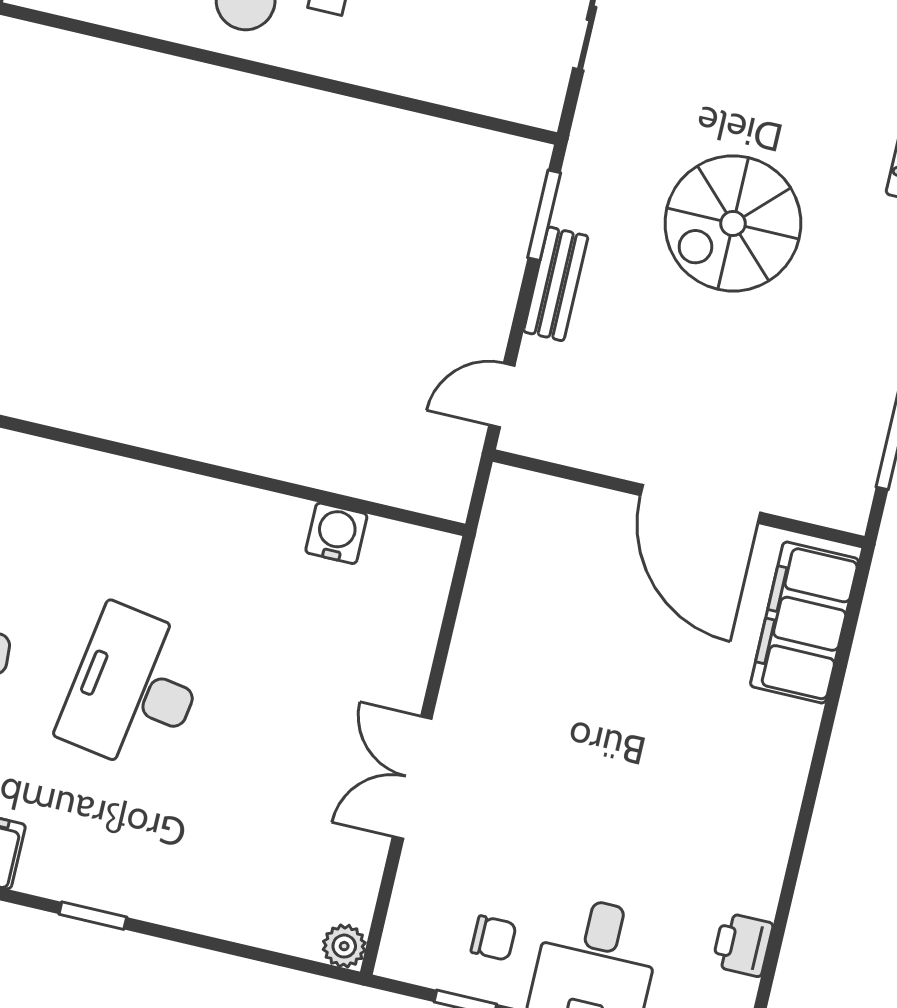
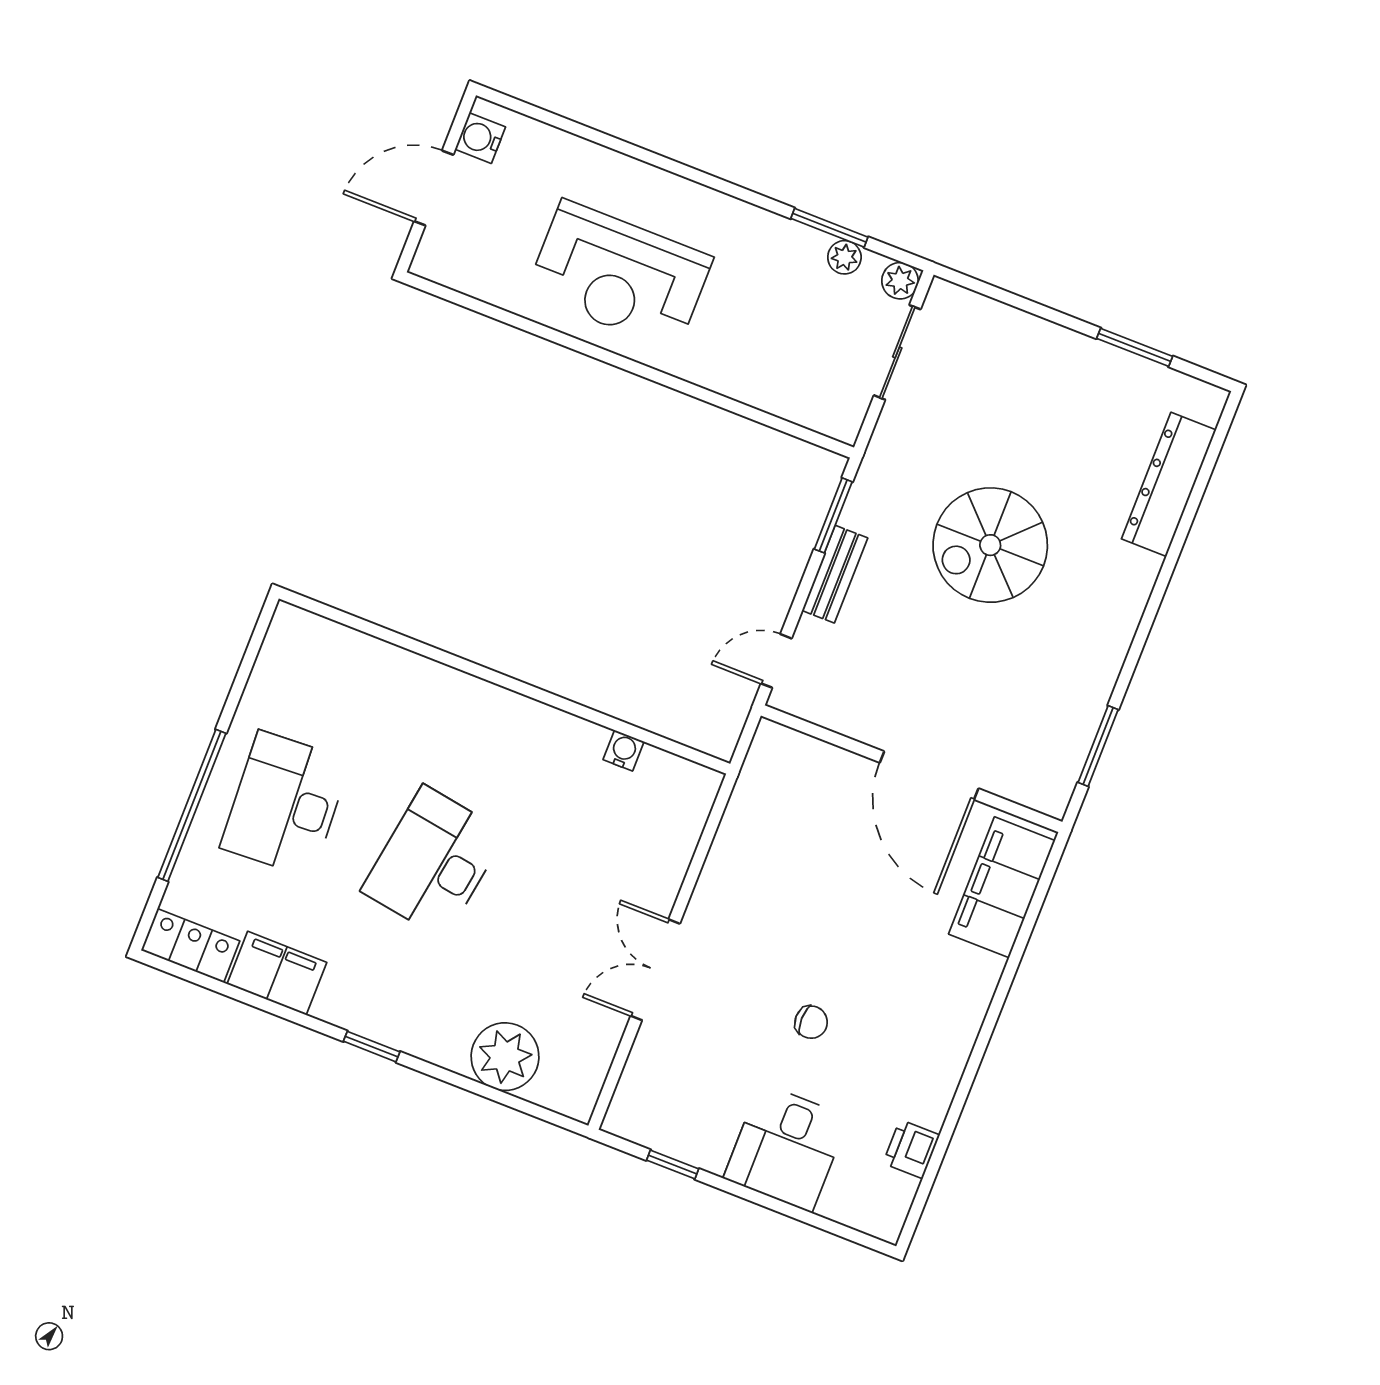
water cooler: (336, 533) -> (624, 751), width x0.72, depth x0.72
chair: (494, 938) -> (811, 1022), moved
plant: (344, 946) -> (505, 1057), moved, width x1.88, depth x1.88

